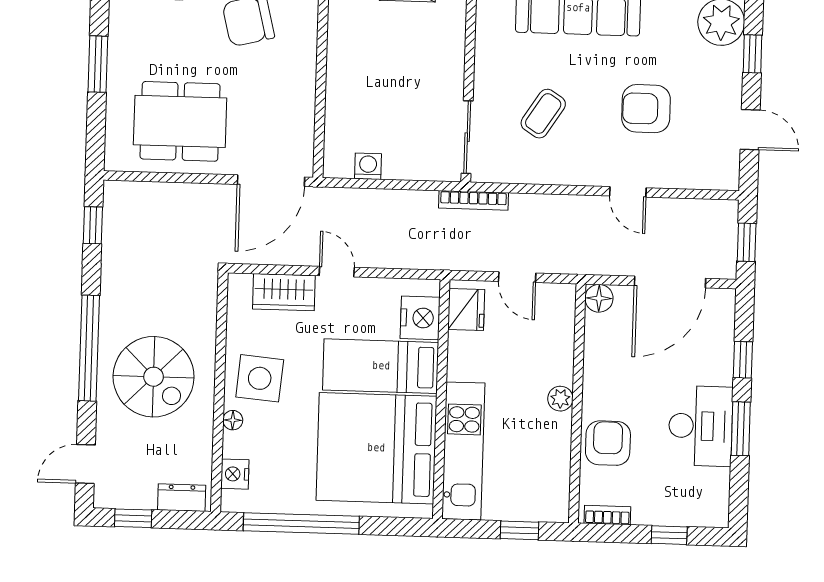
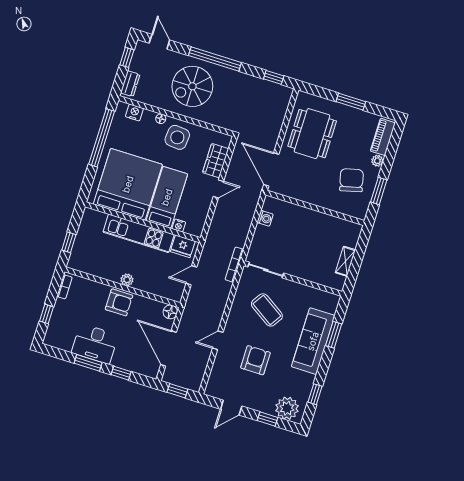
coffee table: (543, 114) -> (267, 310), width x1.36, depth x1.30
nightstand: (420, 318) -> (179, 225), width x0.53, depth x0.56
armchair: (608, 443) -> (119, 302), moved
kitchen unit: (463, 451) -> (139, 233), moved

